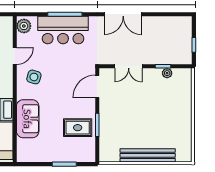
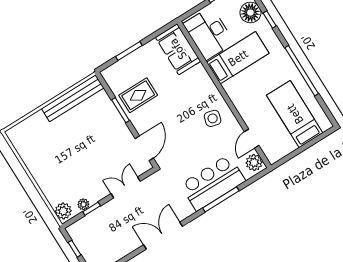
door: (15, 56) -> (252, 139), moved
plant: (185, 78) -> (63, 211), added
sofa: (28, 119) -> (178, 49), moved
bench: (148, 155) -> (73, 98), moved

